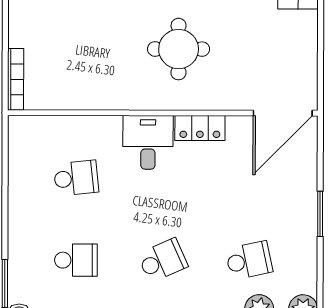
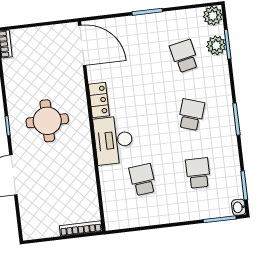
desk: (148, 142) -> (113, 140), width x1.37
school desk: (162, 260) -> (191, 115), turned 42

